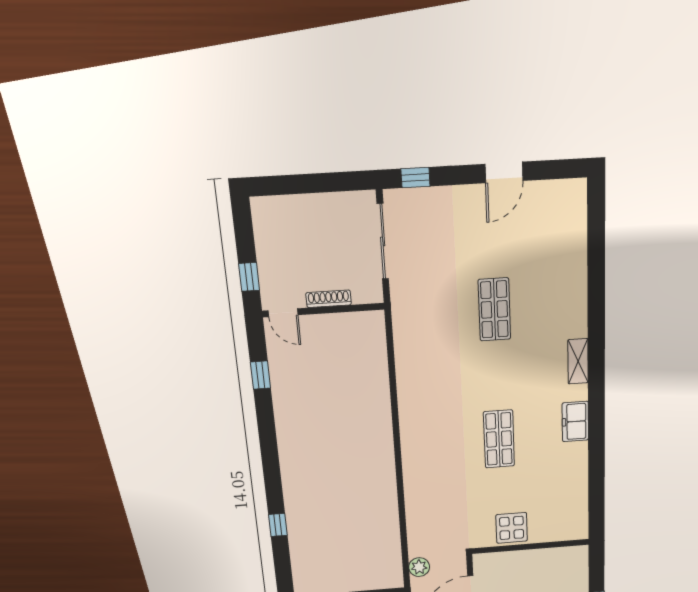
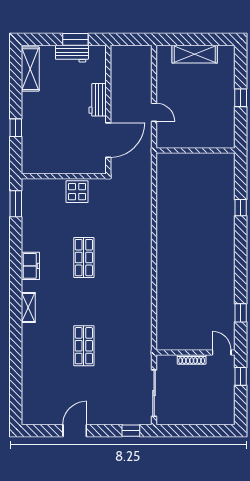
window: (596, 505) -> (16, 204), added
plant: (419, 567) -> (145, 167), removed

